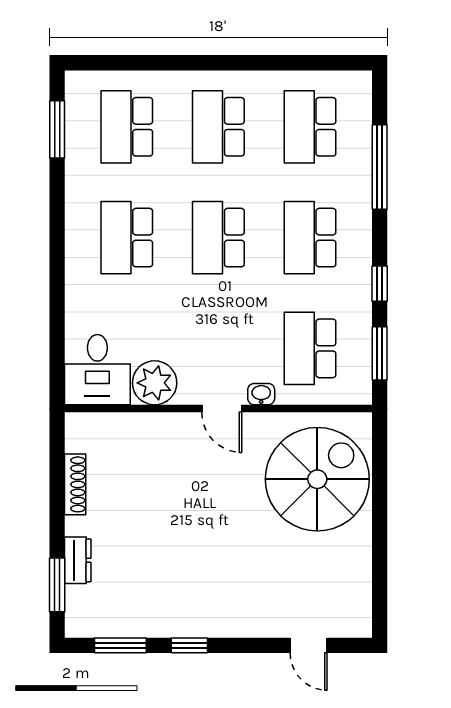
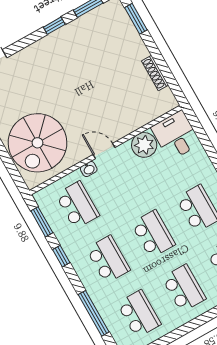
dresser: (78, 560) -> (133, 37), removed

